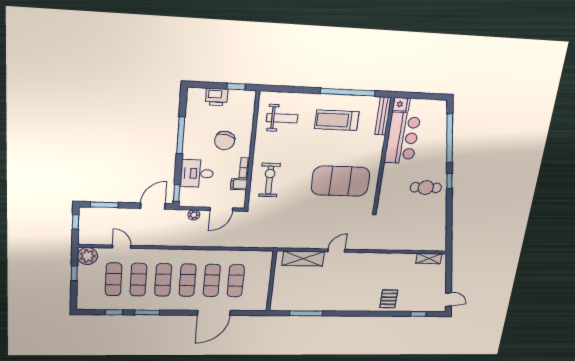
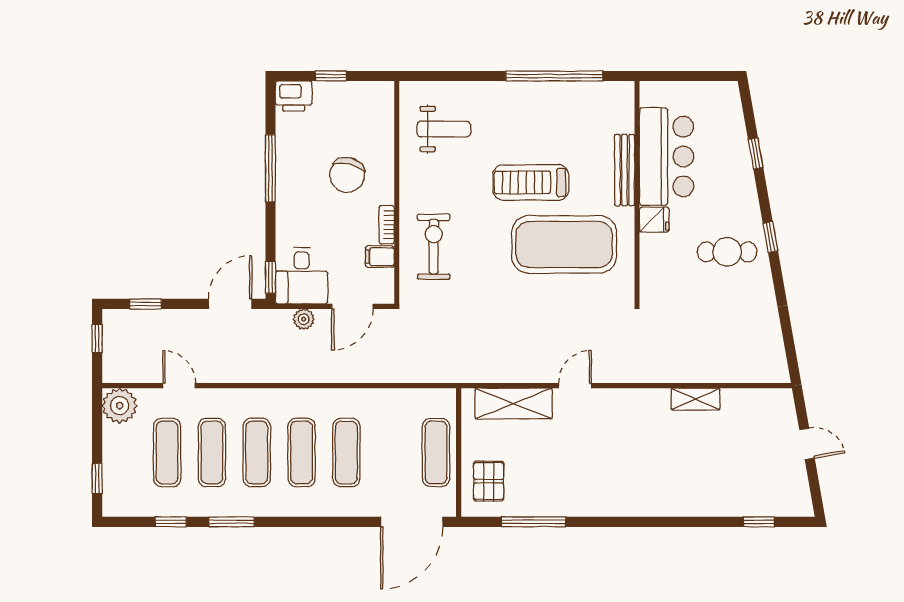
window: (236, 87) -> (331, 76), moved
printer: (217, 97) -> (294, 96), moved
fridge: (401, 104) -> (654, 220), moved
bench: (383, 116) -> (625, 170), moved
treadmill: (337, 120) -> (531, 182), moved
window: (450, 138) -> (756, 153), width x0.32
desk: (197, 173) -> (302, 276), moved, turned -90
window: (104, 205) -> (146, 304), width x0.67
shelving: (429, 259) -> (696, 399), moved
window: (74, 273) -> (97, 478), moved
exercise mat: (236, 281) -> (436, 452), moved
pallet: (389, 299) -> (489, 481), moved
door: (449, 300) -> (807, 444), moved
door: (214, 313) -> (412, 522), moved

